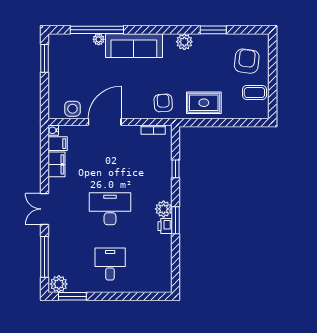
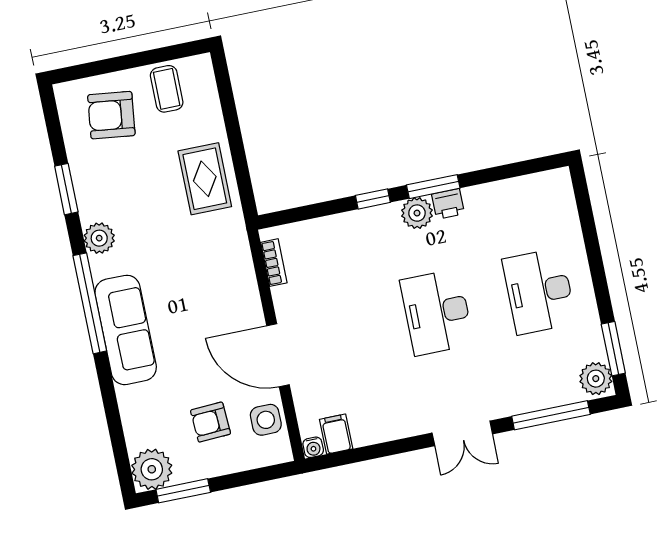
window: (97, 30) -> (90, 303), moved
plant: (99, 39) -> (152, 469), moved, width x1.87, depth x1.87
armchair: (163, 103) -> (210, 422), moved
filing cabinet: (57, 164) -> (375, 428), removed
window: (176, 169) -> (373, 199), moved
desk: (110, 264) -> (539, 291), width x1.37

